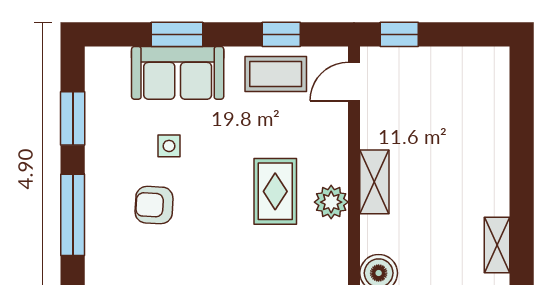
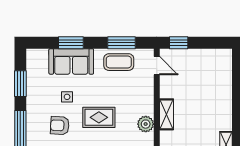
window: (281, 34) -> (121, 43), width x1.50
door: (354, 81) -> (157, 66), swing flipped
rug: (275, 191) -> (99, 117), moved, turned 90

